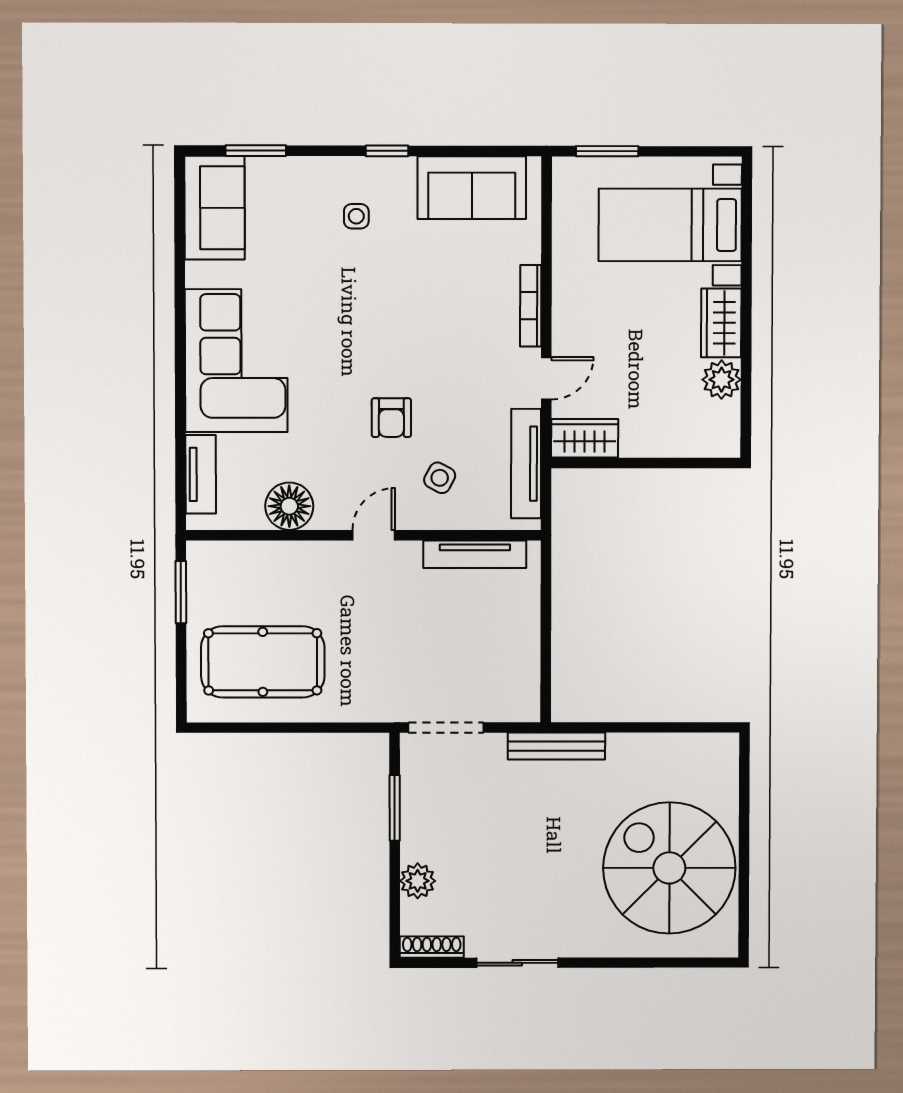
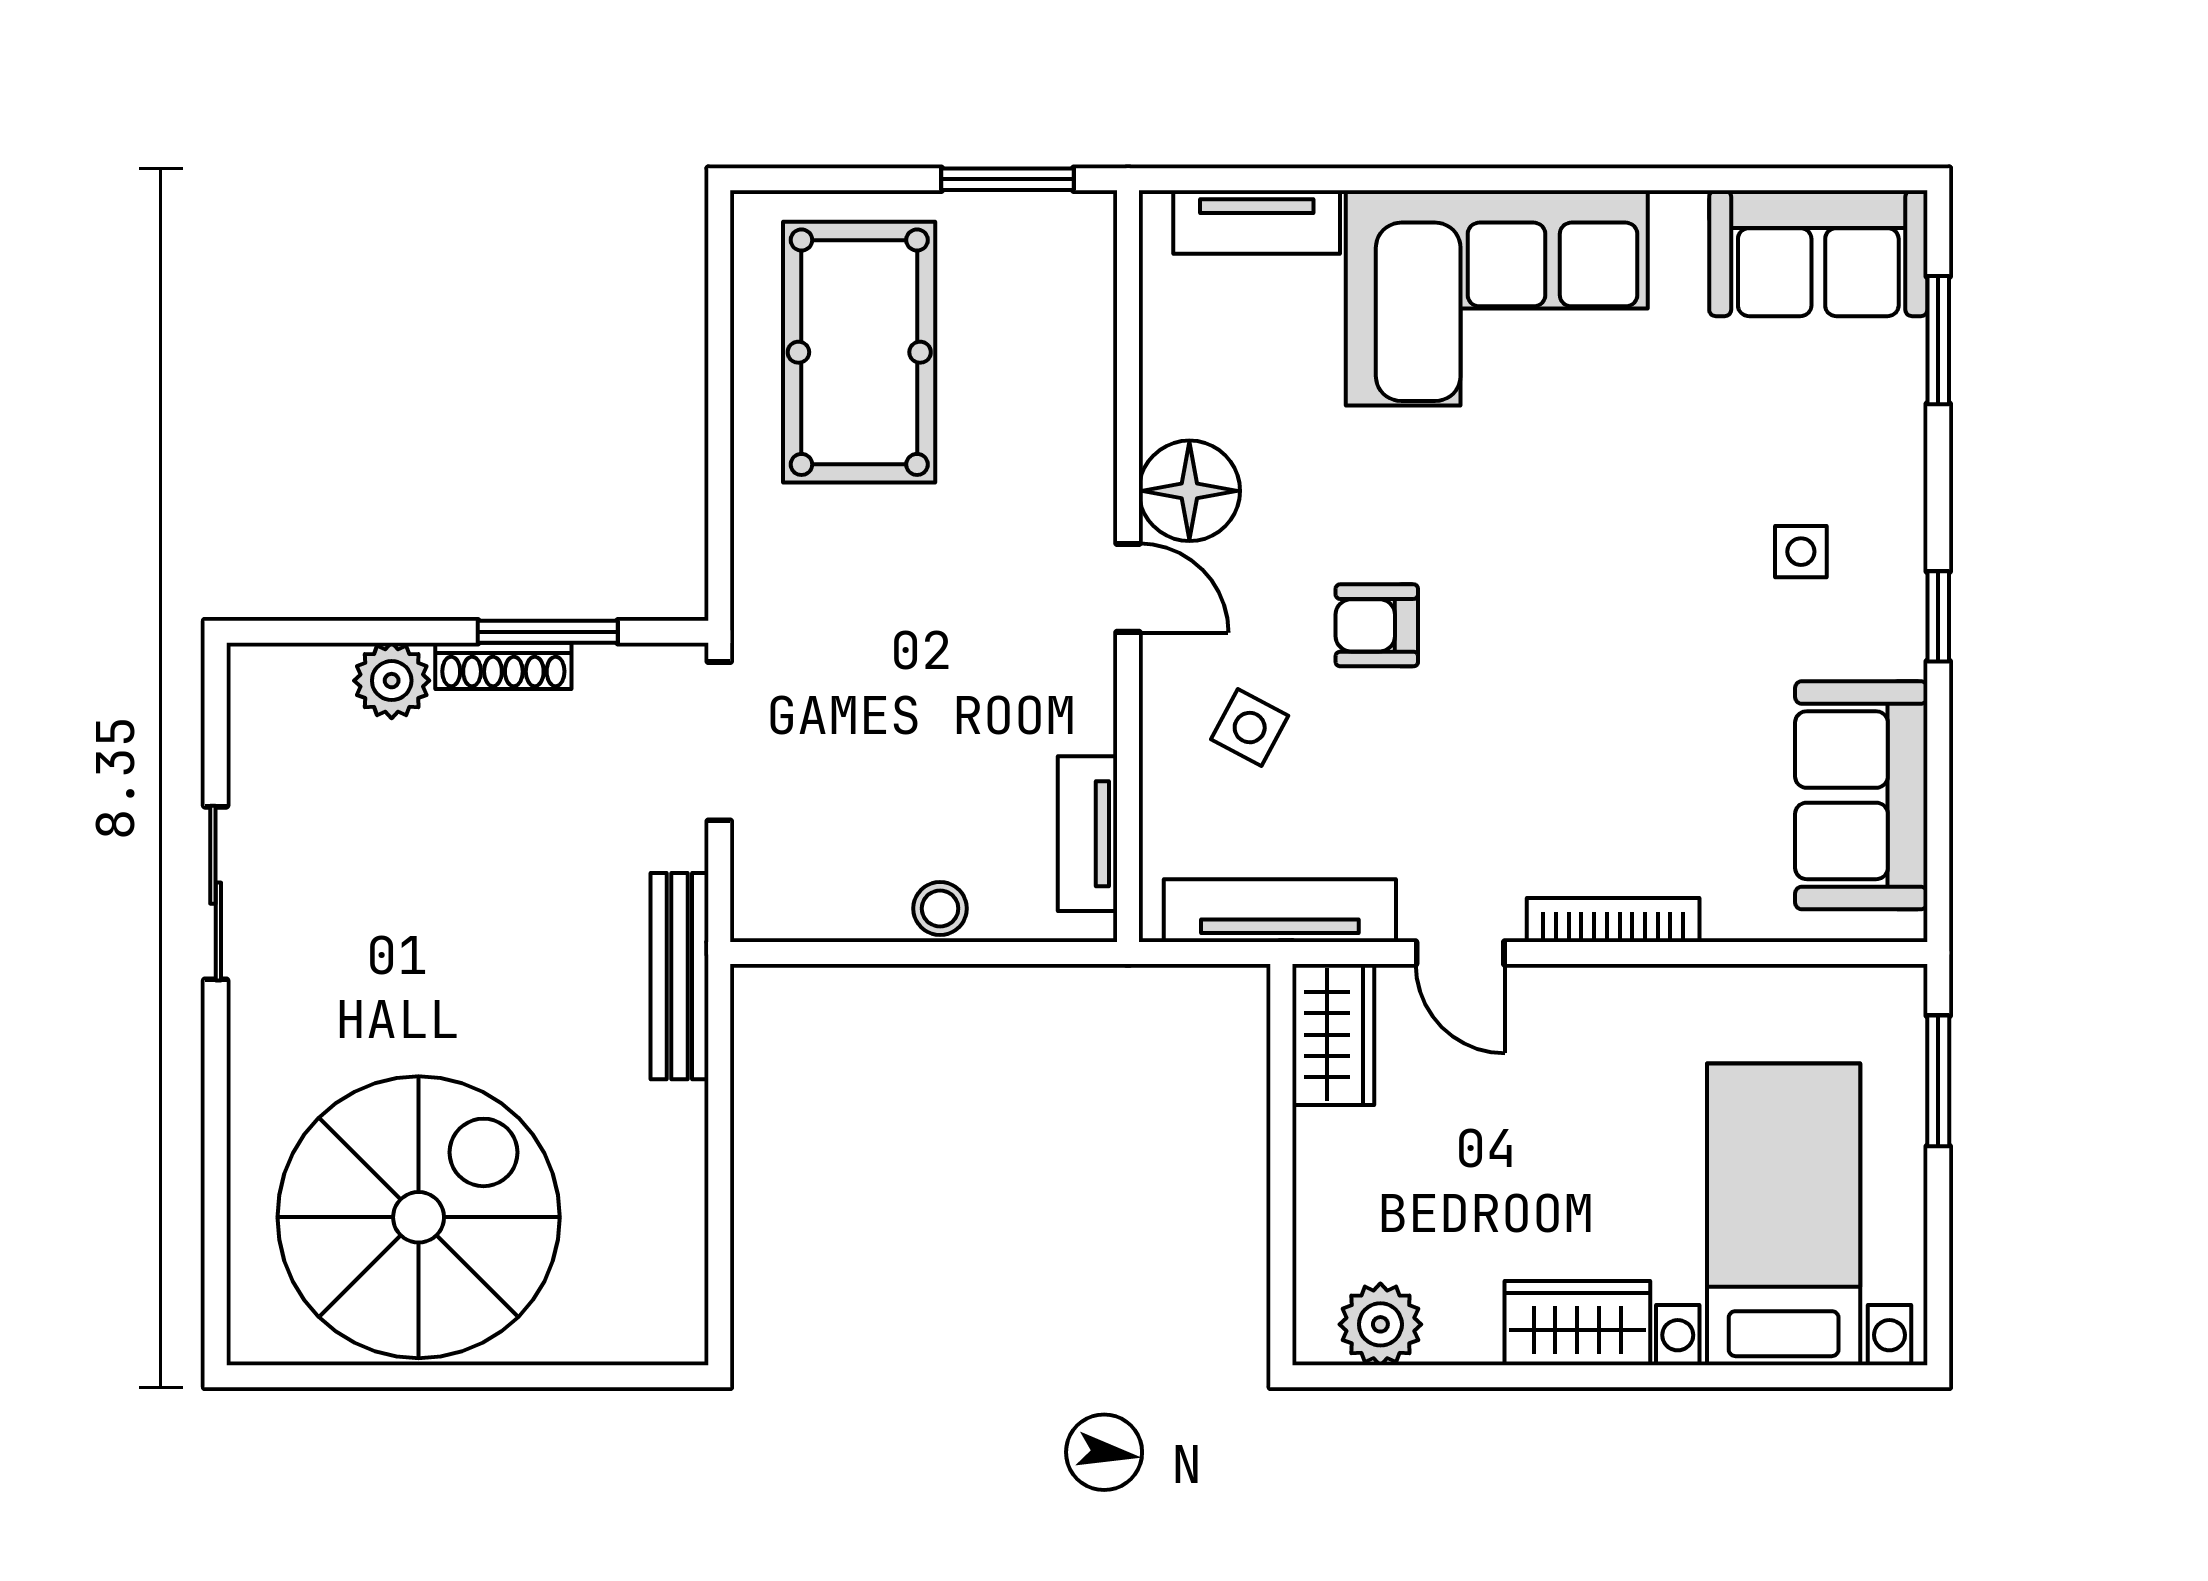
plant: (722, 380) -> (1380, 1324), moved
floor lamp: (289, 506) -> (1189, 491), moved
tv unit: (475, 554) -> (1088, 834), width x0.71
stool: (525, 624) -> (940, 908), added
shoe rack: (432, 947) -> (503, 666), moved, turned 90

